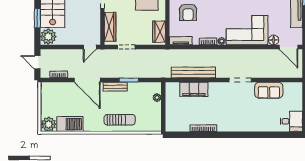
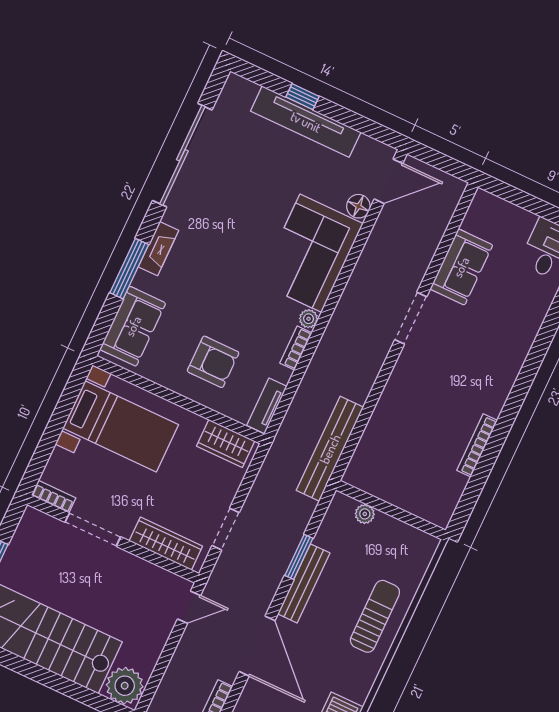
window: (37, 18) -> (74, 691), removed
door: (90, 47) -> (189, 607), hinge flipped
bench: (193, 72) -> (330, 449), moved
door: (87, 80) -> (257, 646), hinge flipped
bench: (115, 87) -> (304, 583), width x1.36
filing cabinet: (194, 89) -> (384, 427), removed

